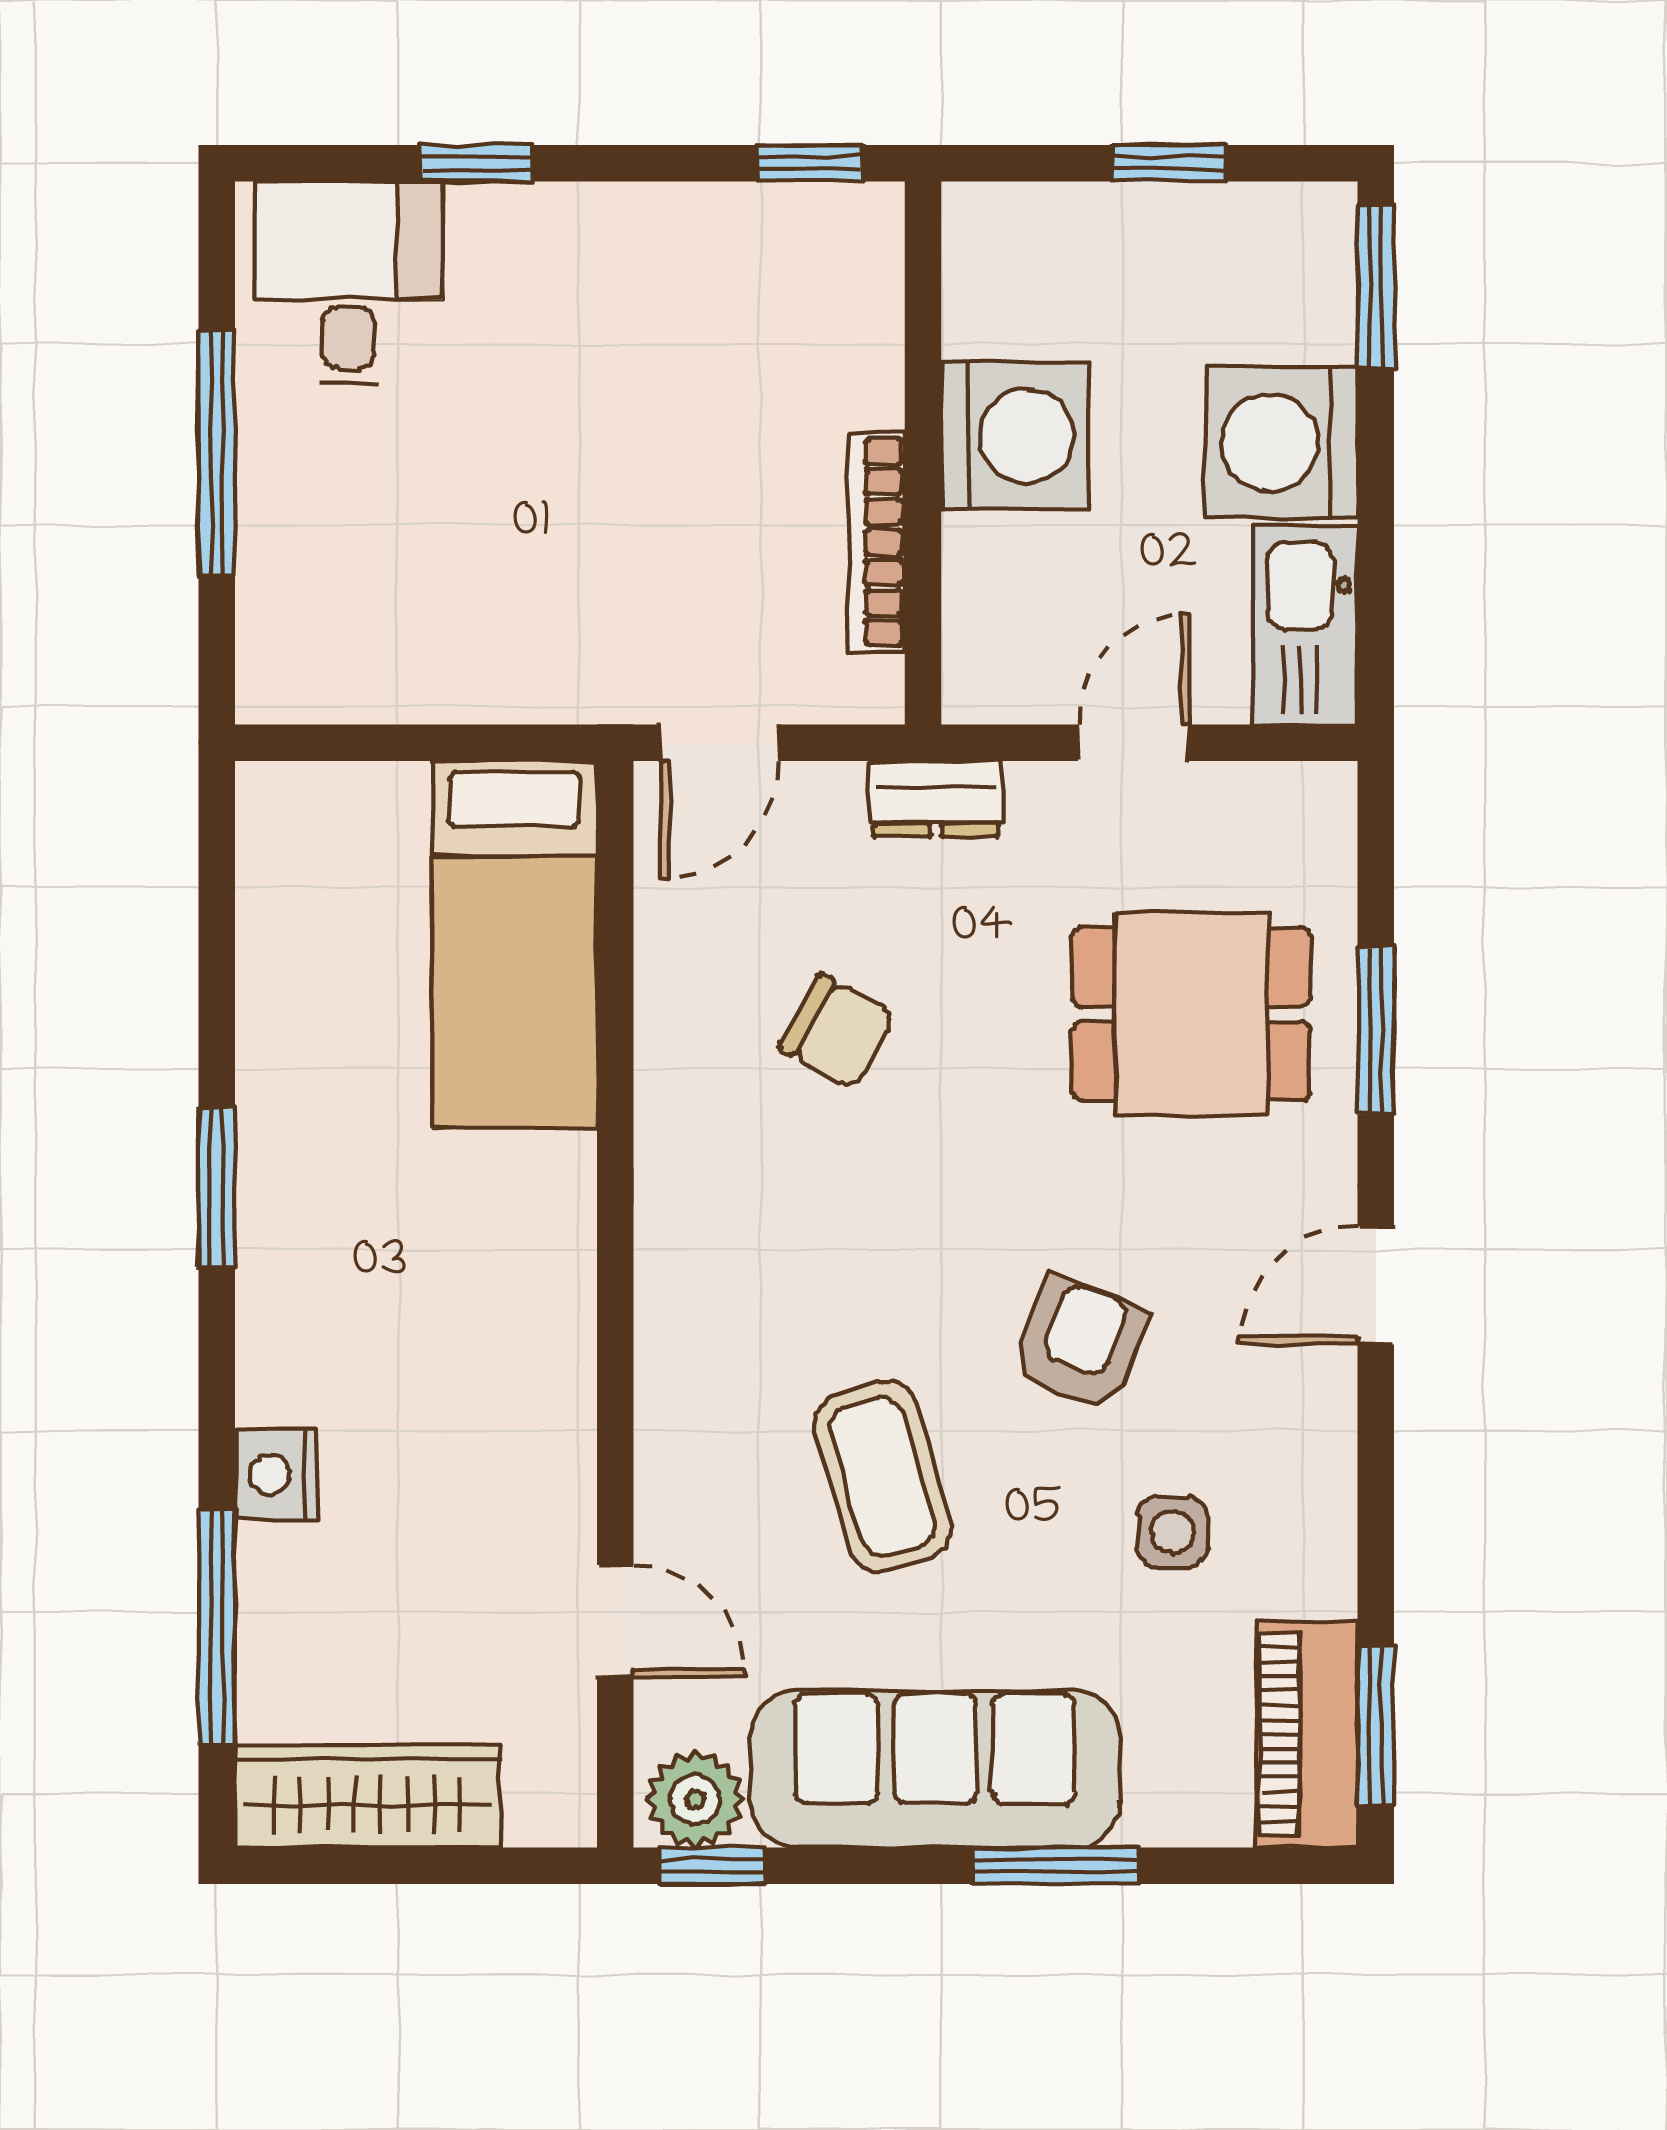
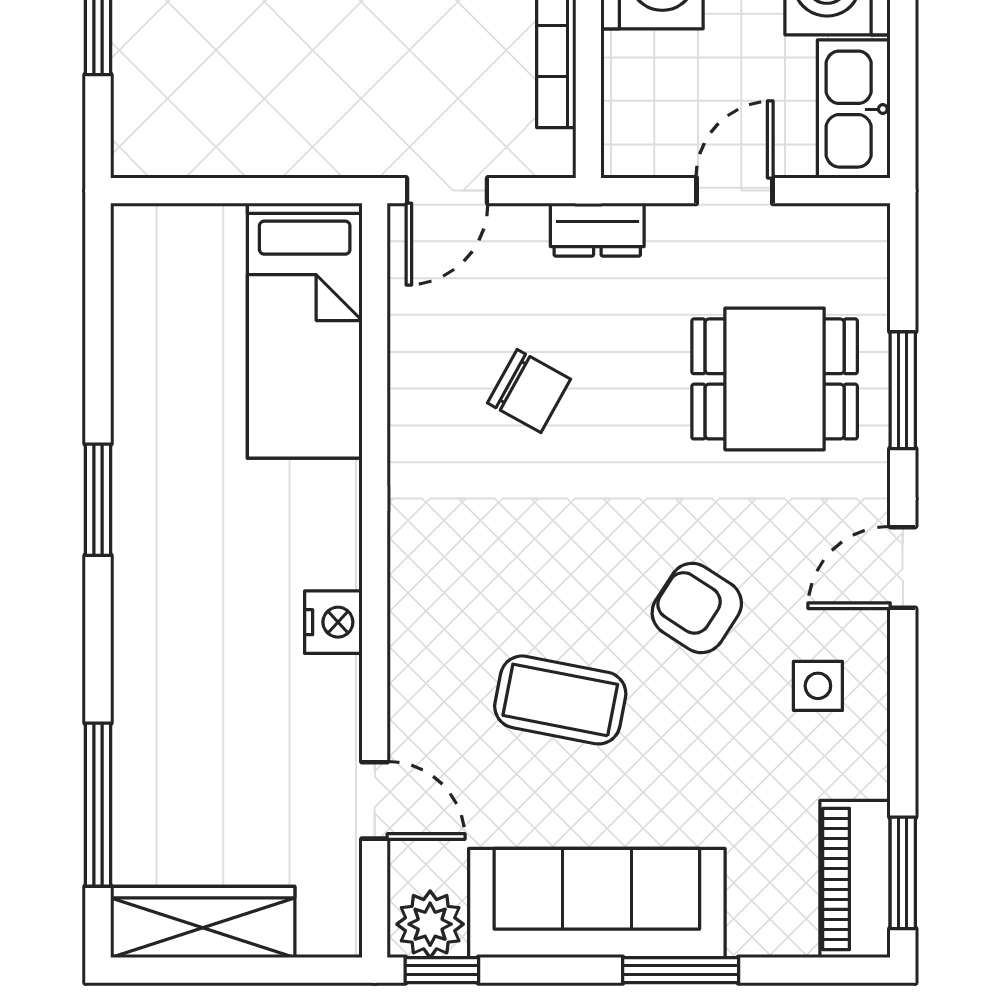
armchair: (1079, 1344) -> (697, 608), turned -79
nightstand: (276, 1474) -> (333, 622), moved, turned 180
coffee table: (883, 1476) -> (560, 700), turned -63
side table: (1172, 1532) -> (818, 686), moved

